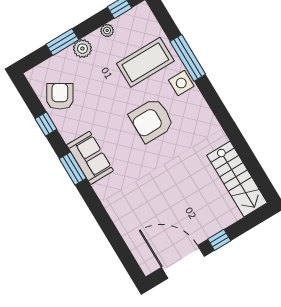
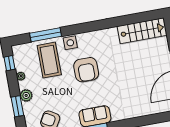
window: (188, 58) -> (46, 35), moved

